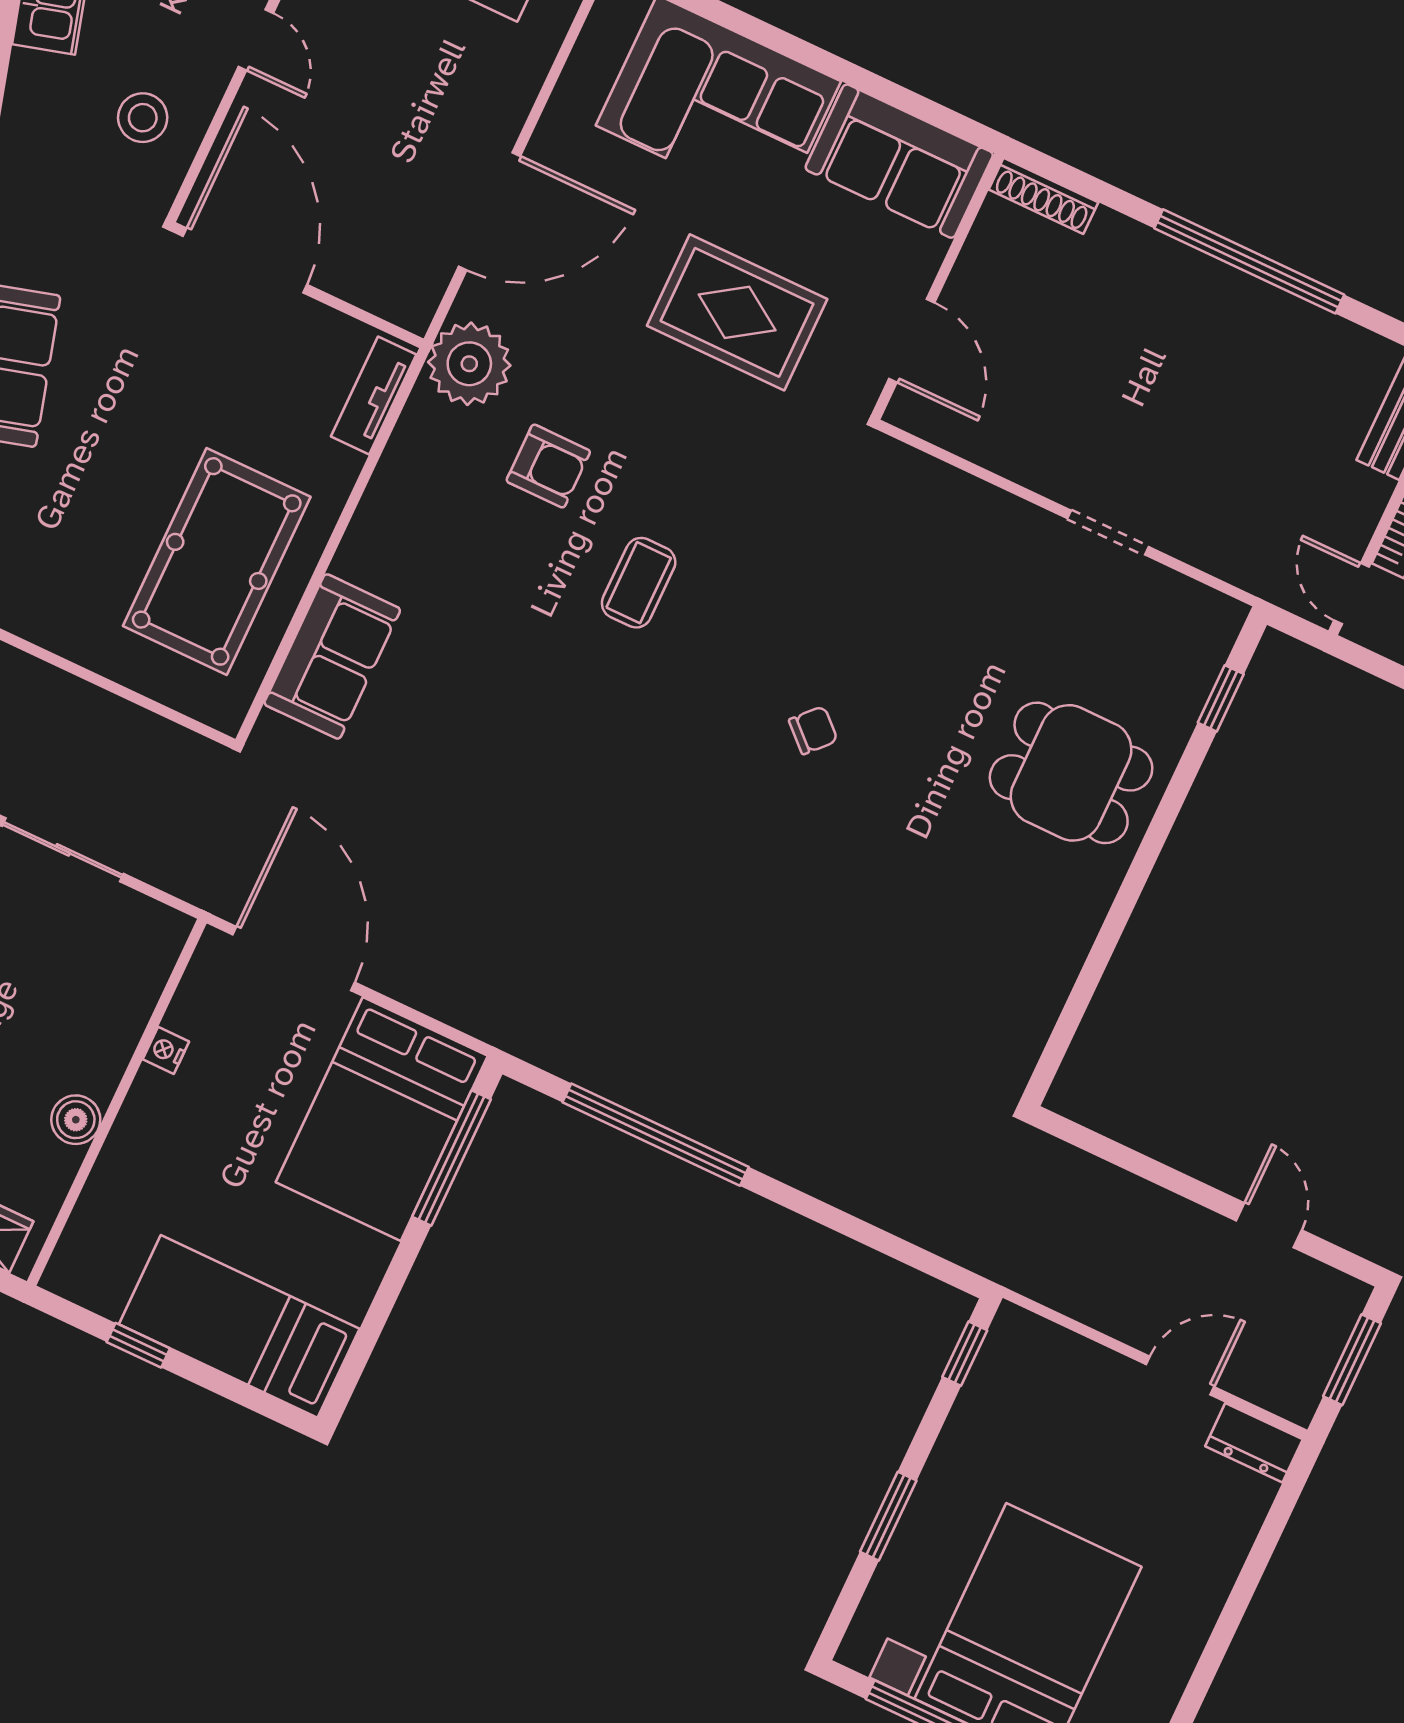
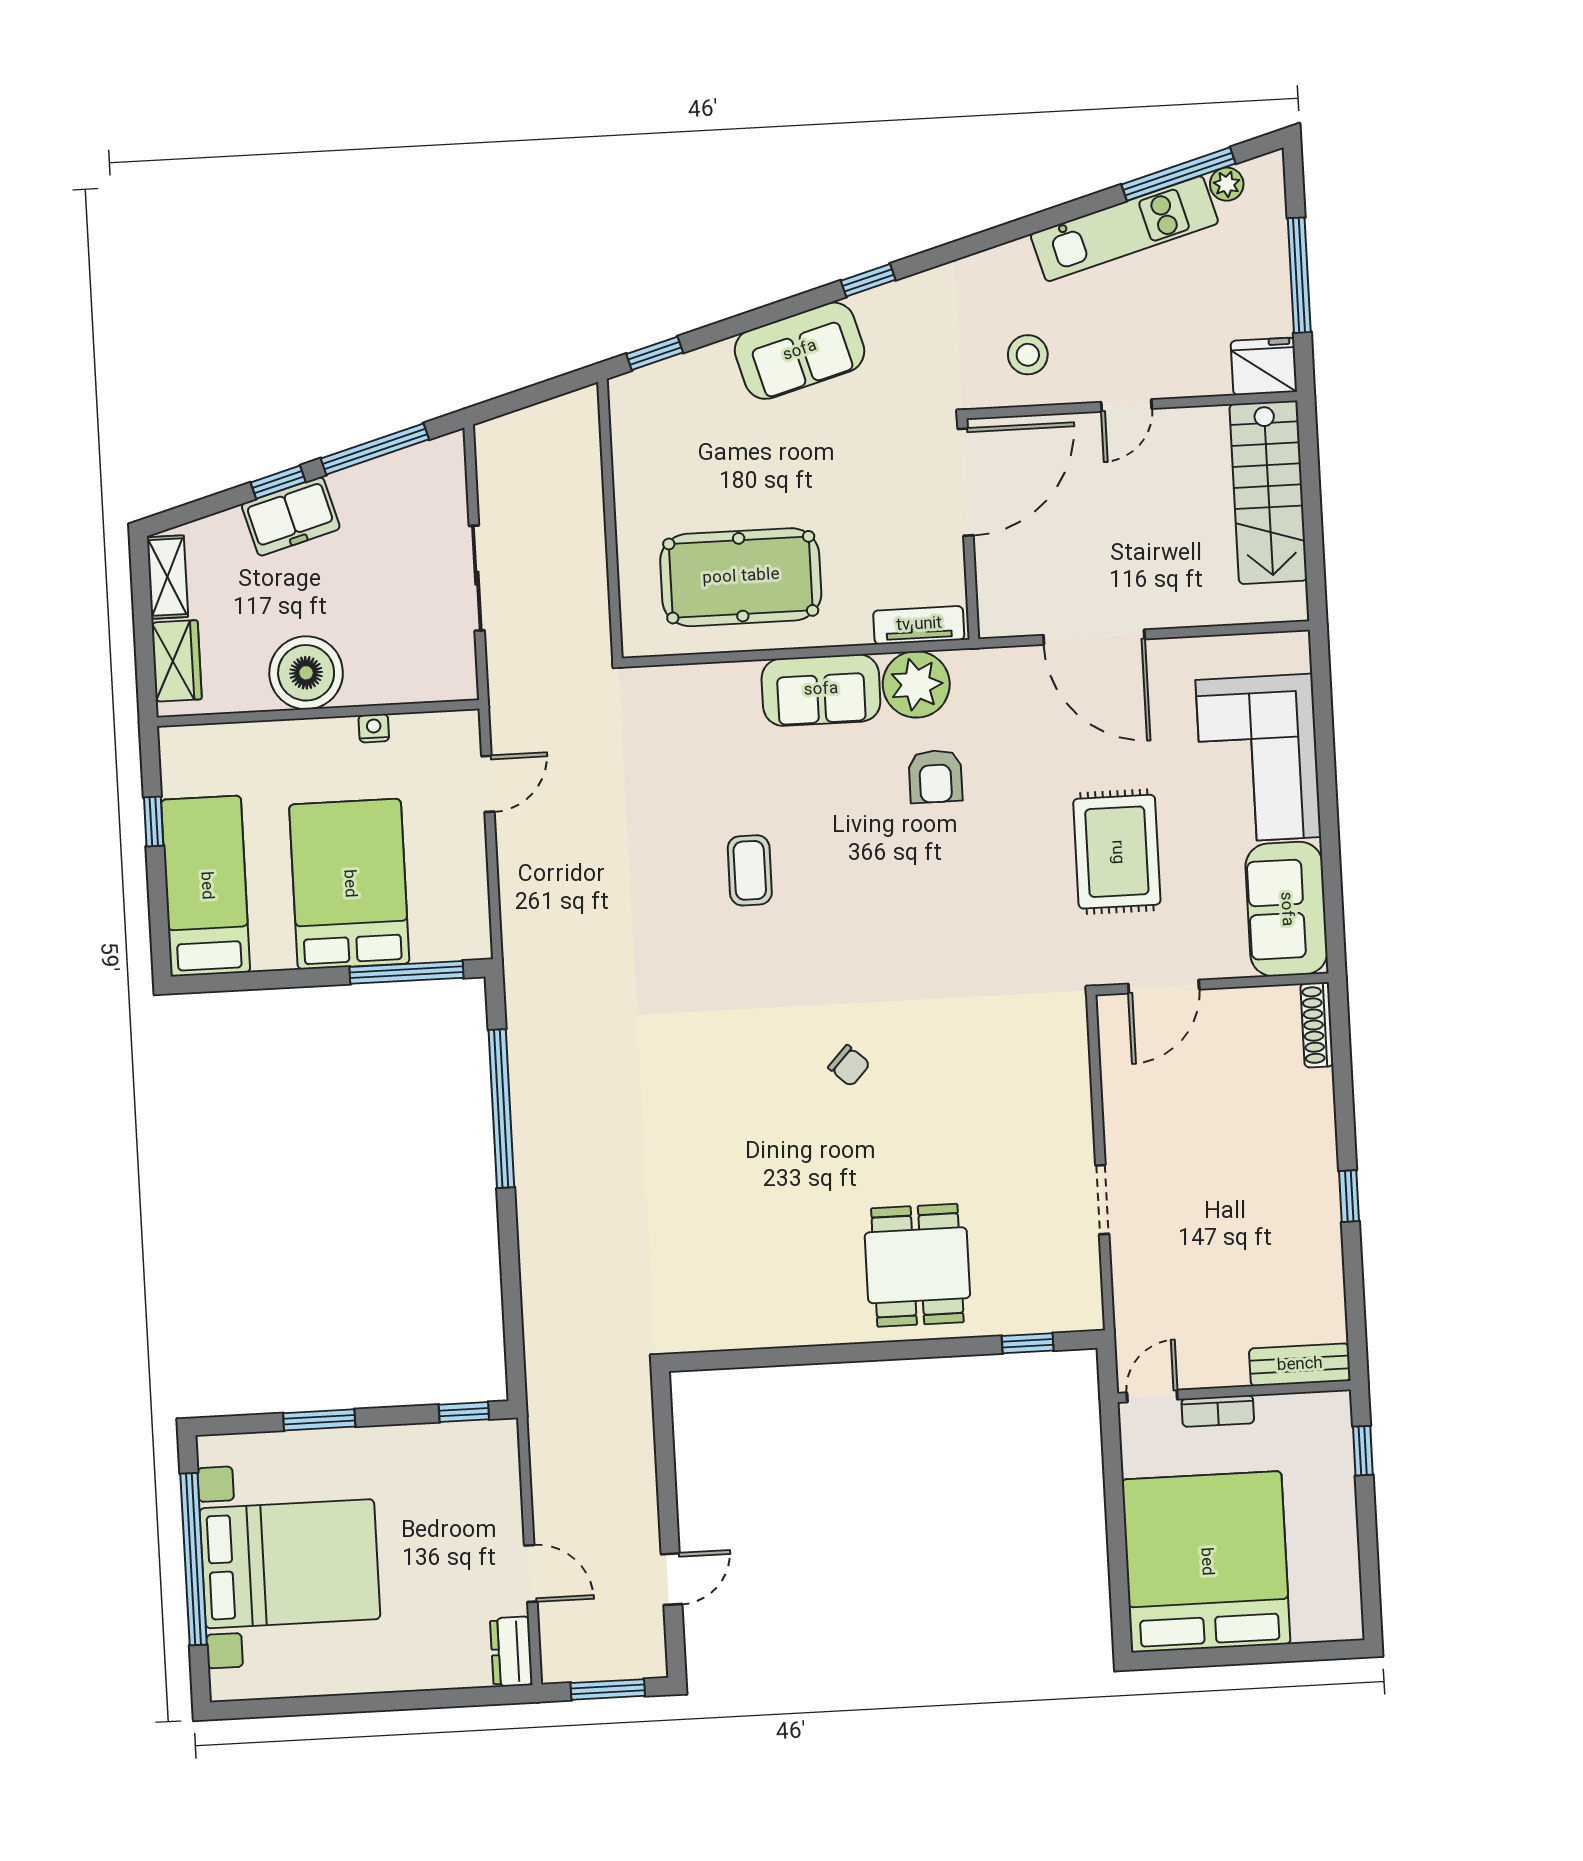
window: (1249, 261) -> (1349, 1196), width x0.32
plant: (469, 364) -> (916, 684), moved
coffee table: (639, 583) -> (750, 870), moved, turned 90
sofa: (332, 656) -> (821, 690), moved
door: (294, 959) -> (488, 784), width x0.53
bed: (382, 1119) -> (349, 884), moved, turned 90
boiler: (76, 1120) -> (306, 673), width x1.86, depth x1.86

